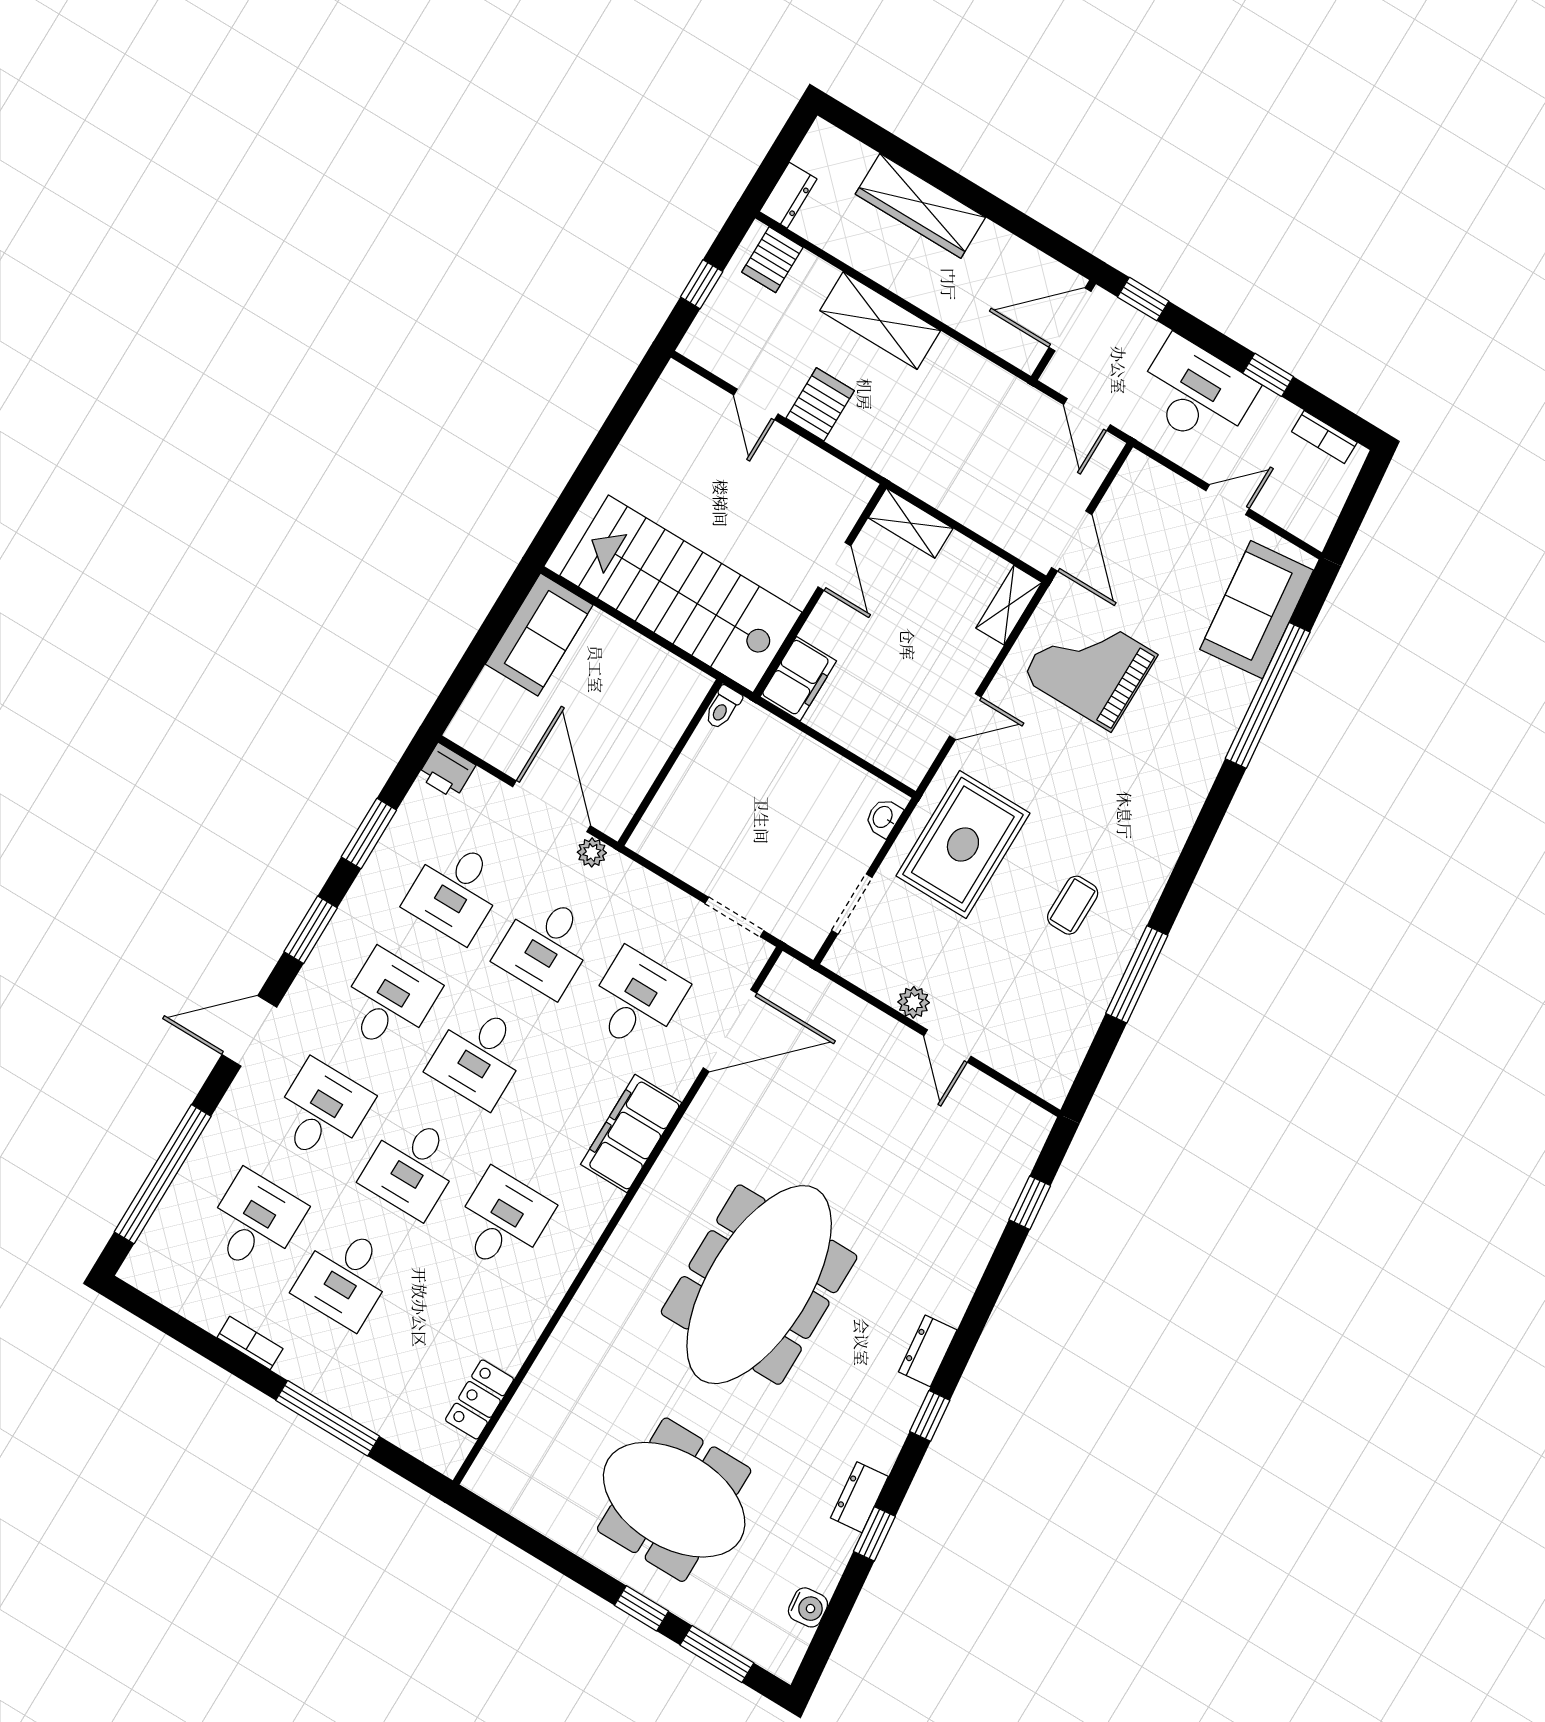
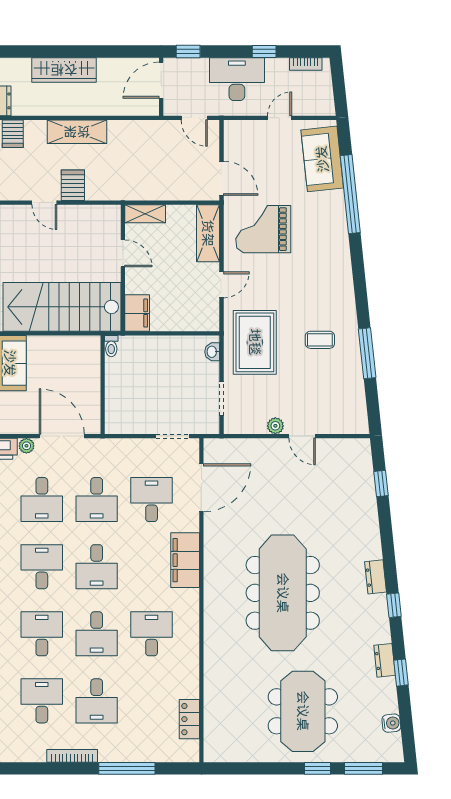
shelving: (1009, 605) -> (208, 233), width x1.50, depth x1.33
plant: (592, 852) -> (26, 446), moved
coffee table: (1073, 905) -> (320, 340), turned 90
bookcase: (250, 1343) -> (72, 756), width x1.56
meeting table: (674, 1500) -> (303, 711), turned 90

